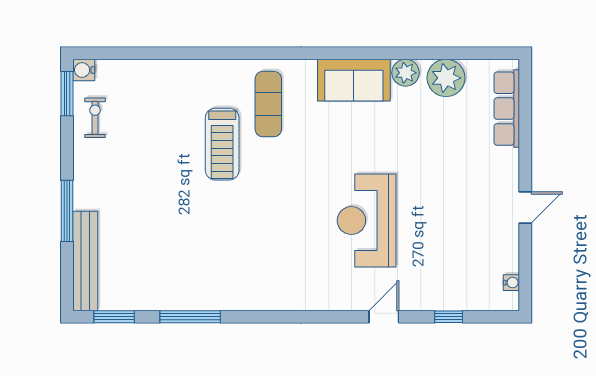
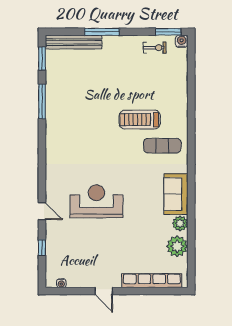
row of seats: (507, 109) -> (152, 281), width x1.36

